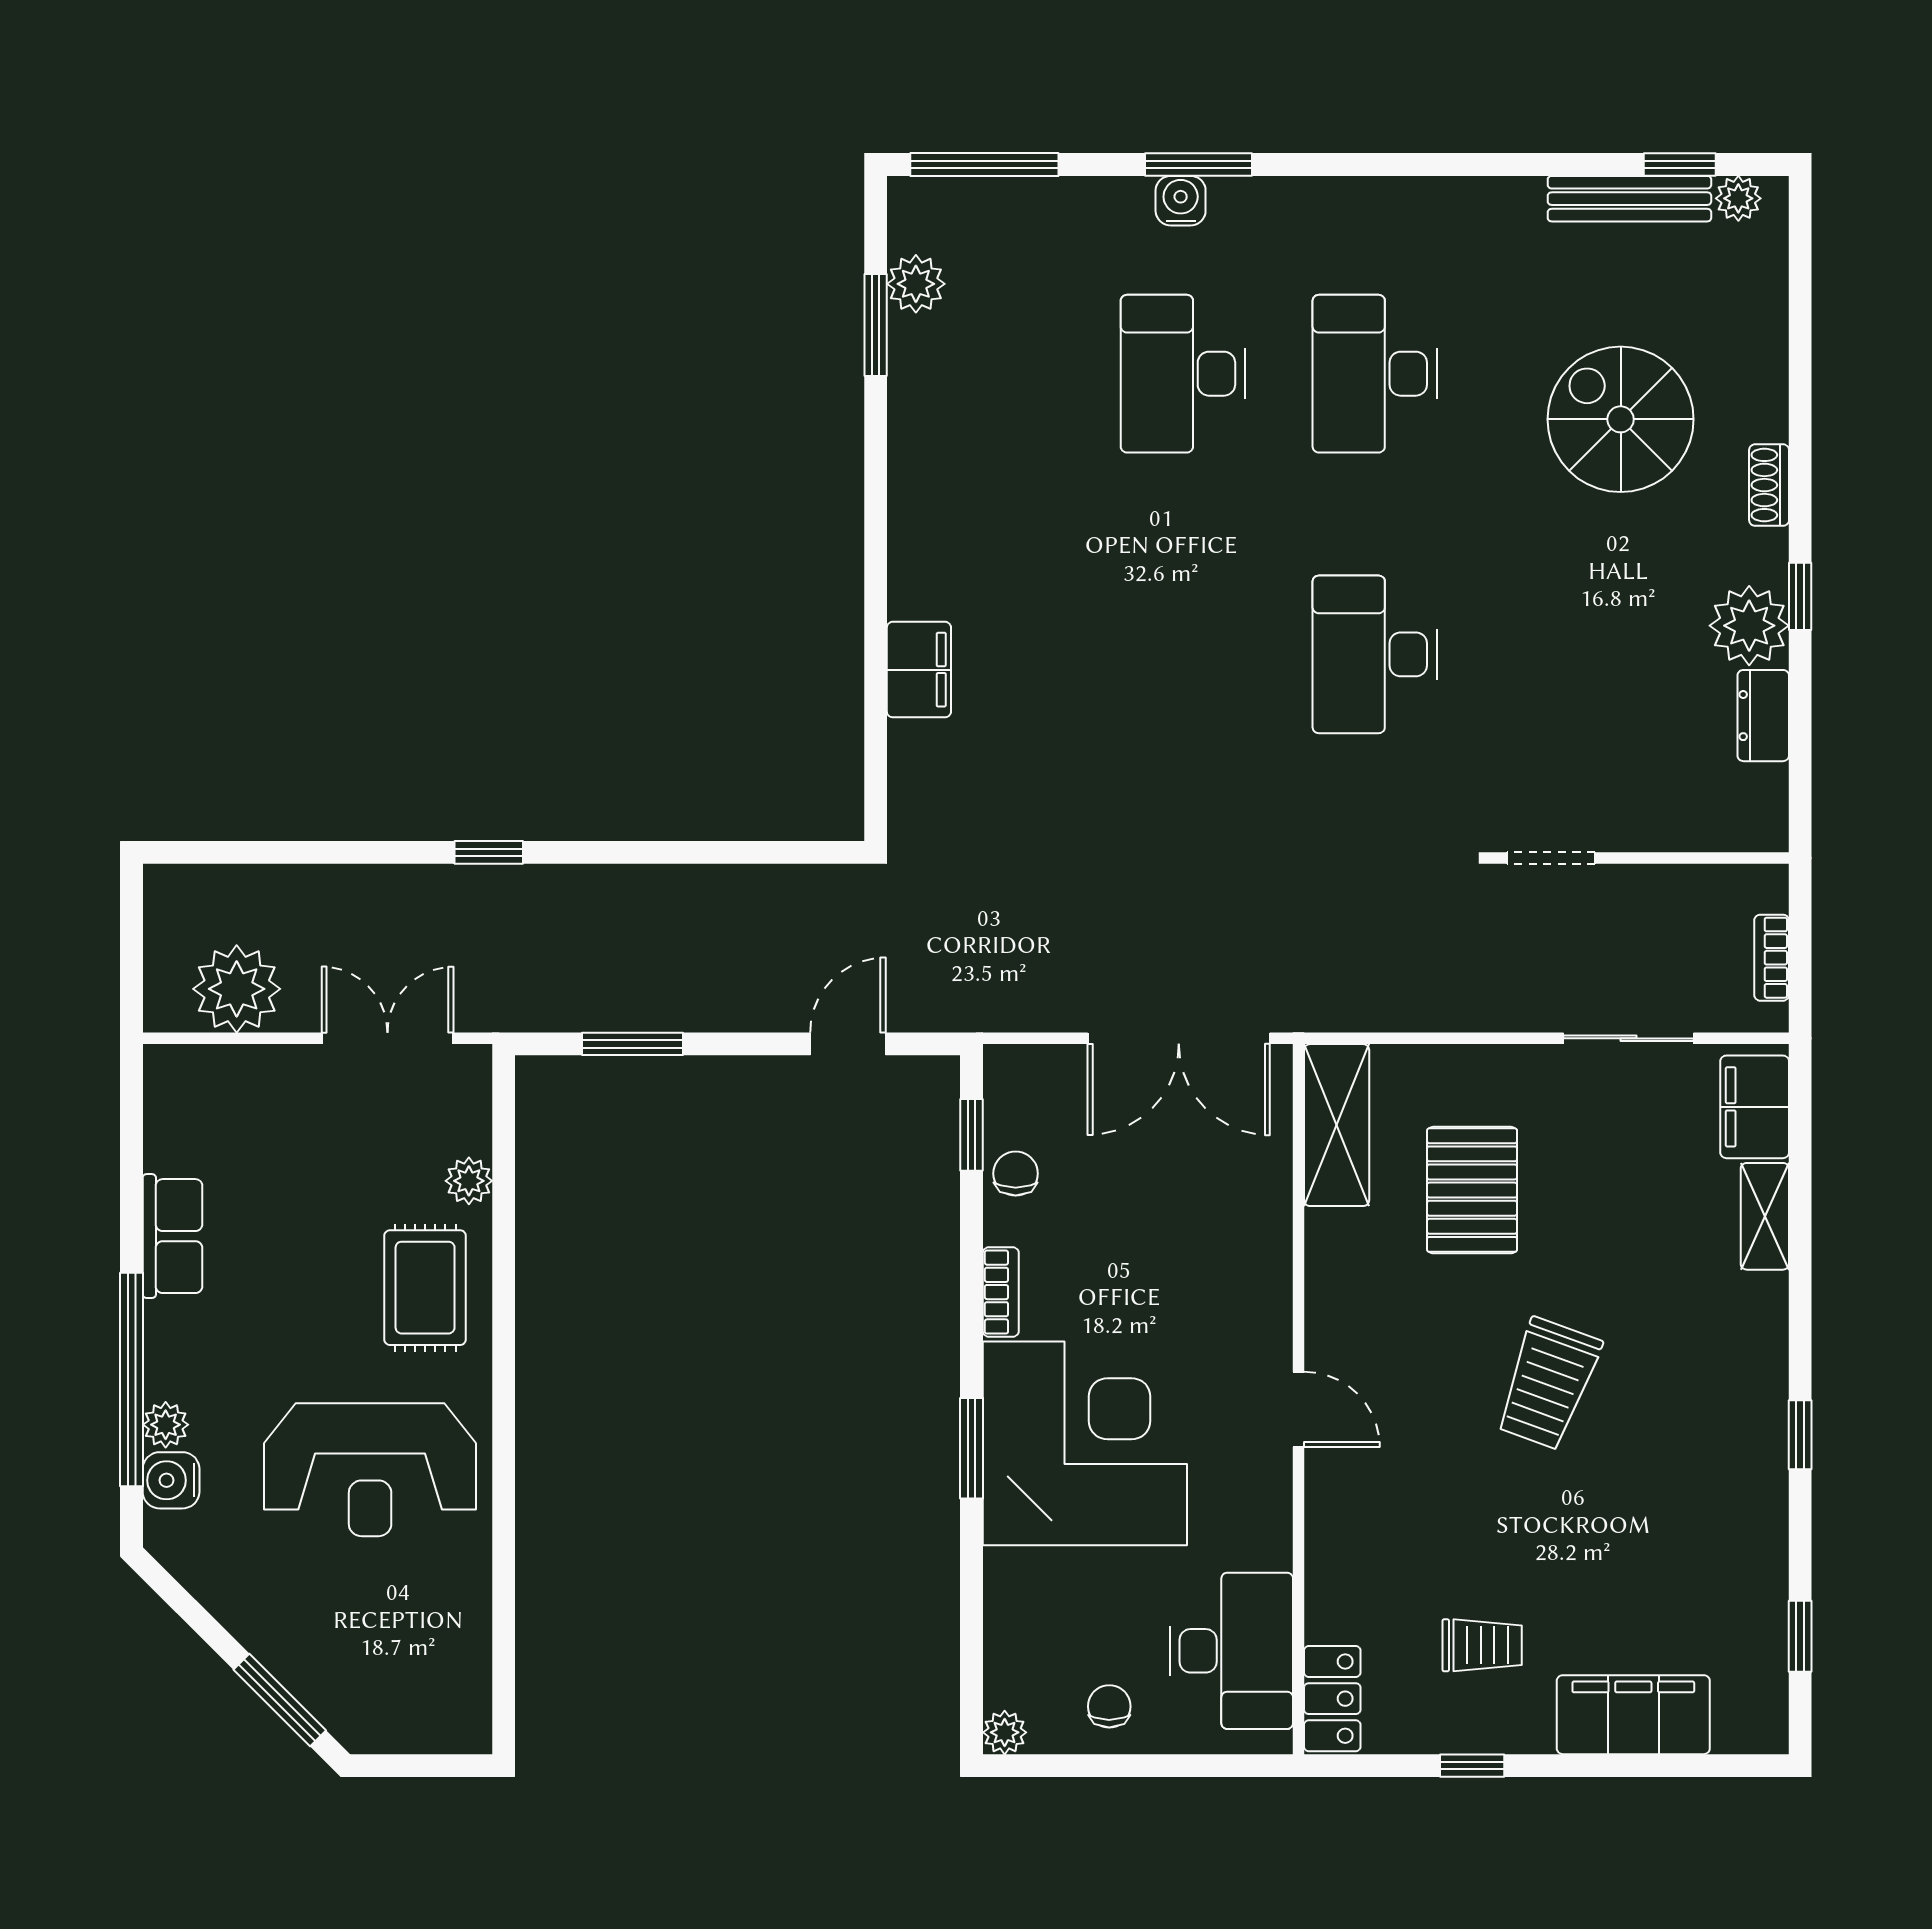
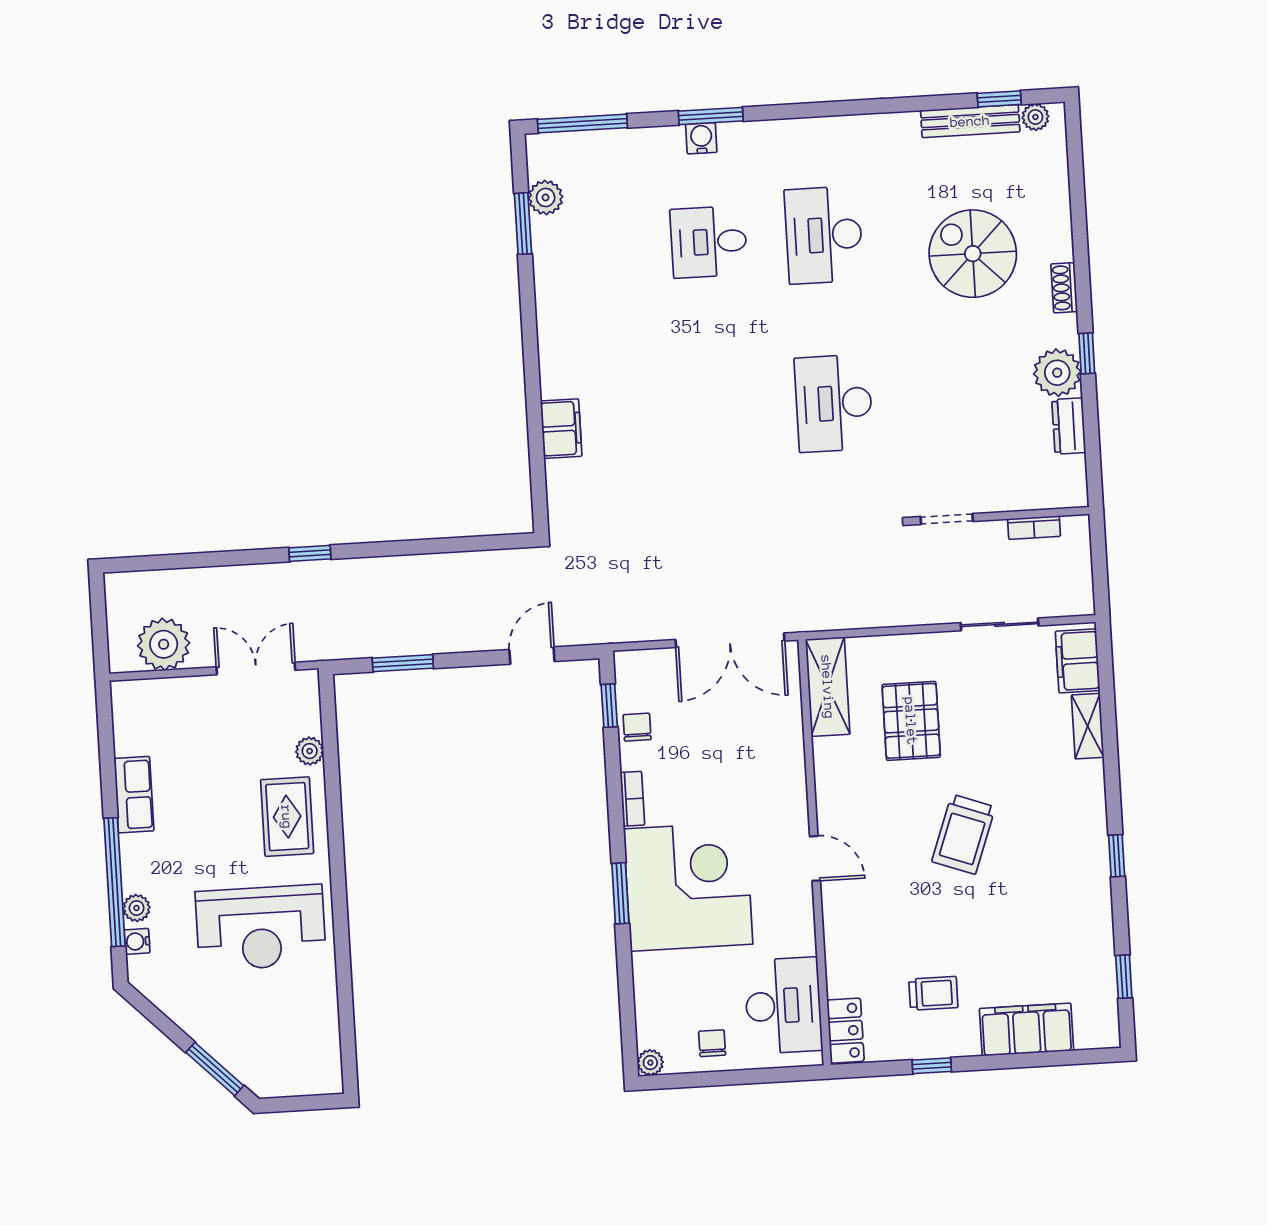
desk: (1183, 374) -> (709, 242), width x0.73
bookcase: (1772, 958) -> (1034, 528), moved, turned -90
water cooler: (171, 1480) -> (137, 941), width x0.72, depth x0.72

